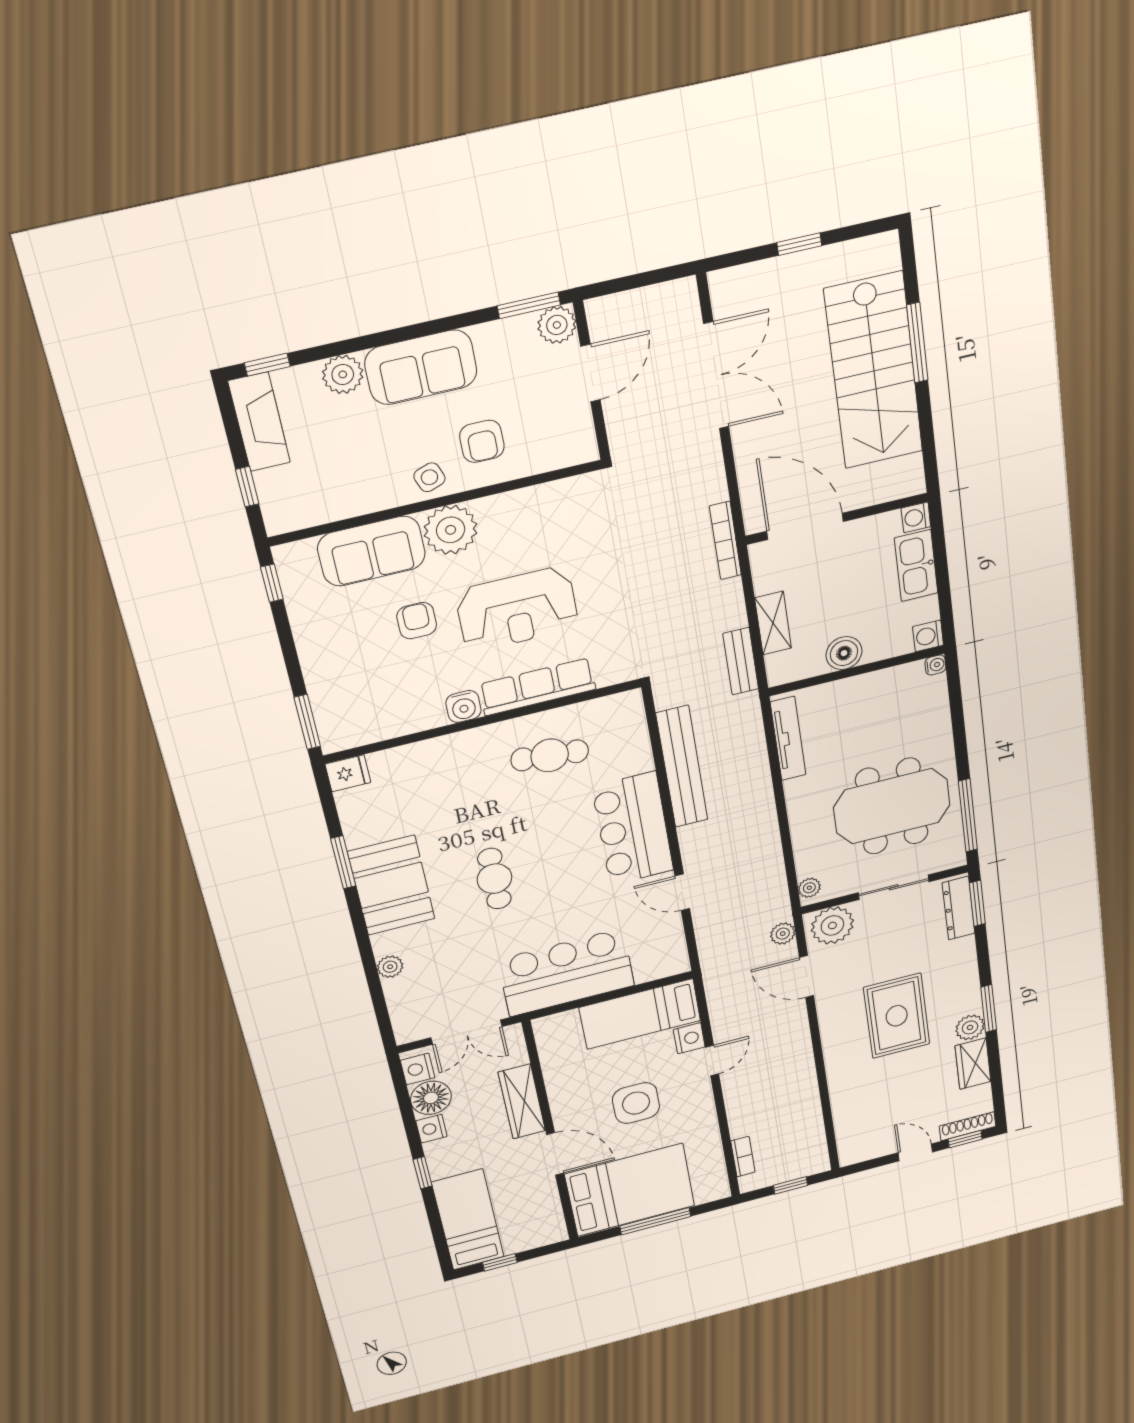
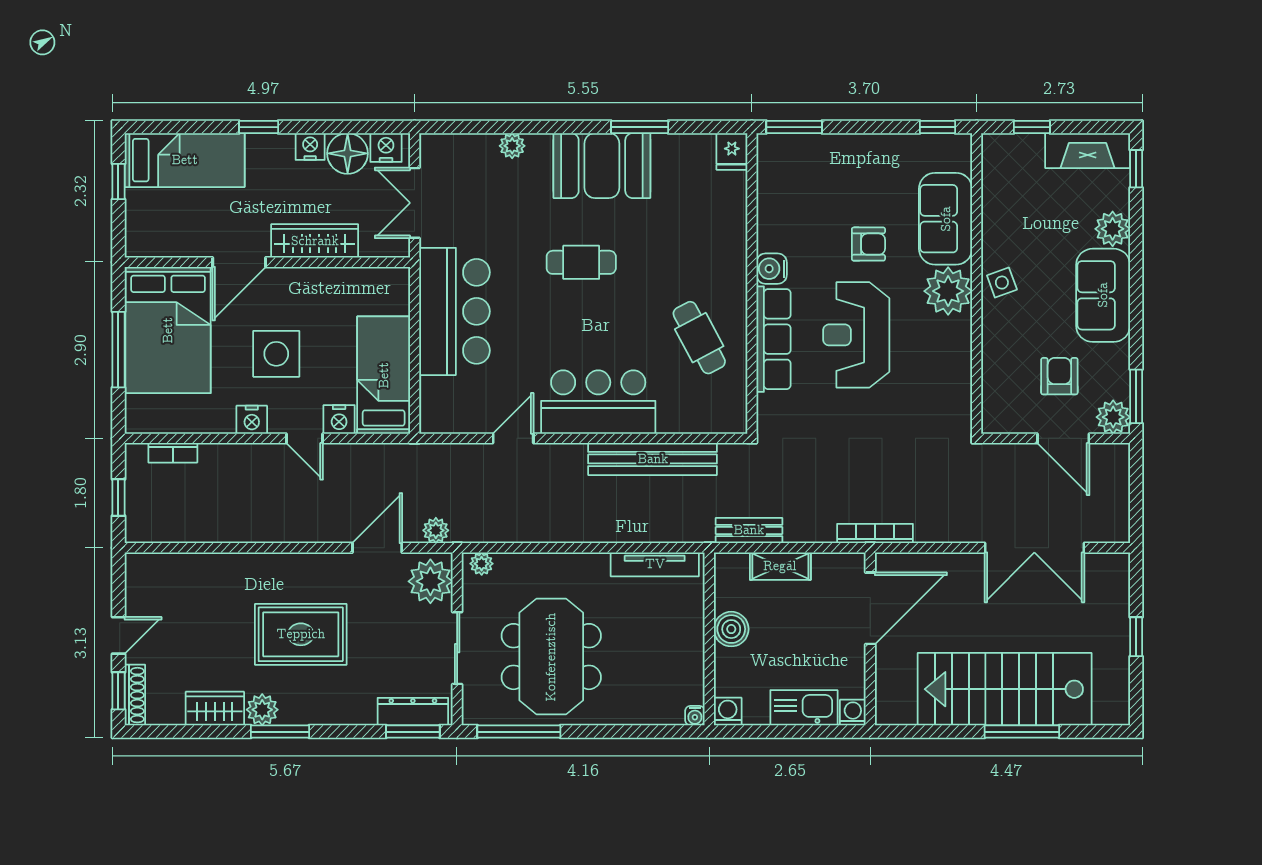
armchair: (482, 441) -> (1059, 376), moved, turned 90
cafe table: (550, 755) -> (699, 338), turned -34
nightstand: (702, 1106) -> (252, 420), added

